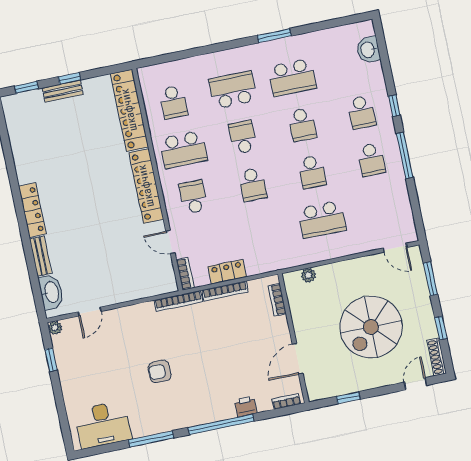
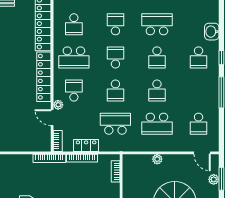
washbasin: (368, 50) -> (212, 32), moved
school desk: (292, 77) -> (157, 24), turned 180
school desk: (233, 90) -> (115, 24), width x0.54
school desk: (371, 160) -> (199, 124), moved
plant: (175, 222) -> (58, 105), added
school desk: (263, 232) -> (115, 124), added
plant: (308, 275) -> (157, 159), moved
plant: (420, 282) -> (214, 179), added

